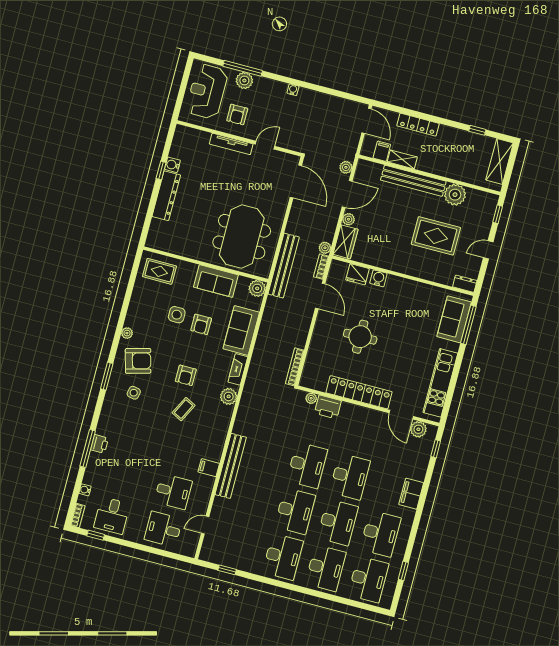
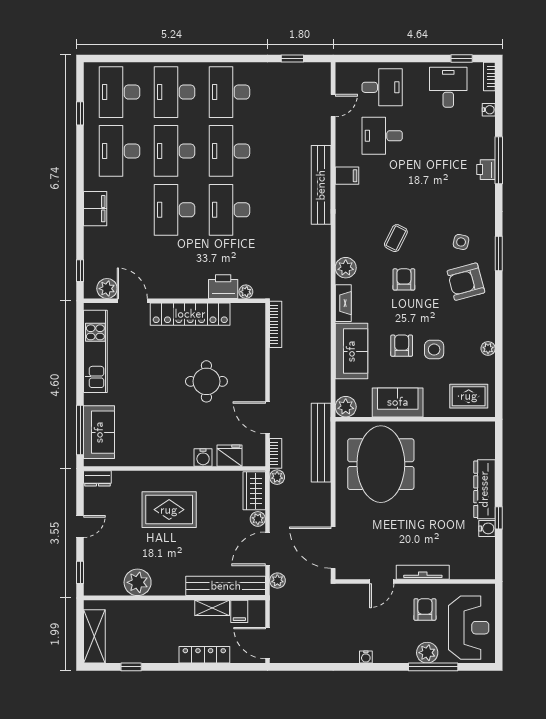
bench: (413, 181) -> (226, 586), moved
rug: (436, 236) -> (169, 510), moved
plant: (127, 333) -> (488, 348), moved

